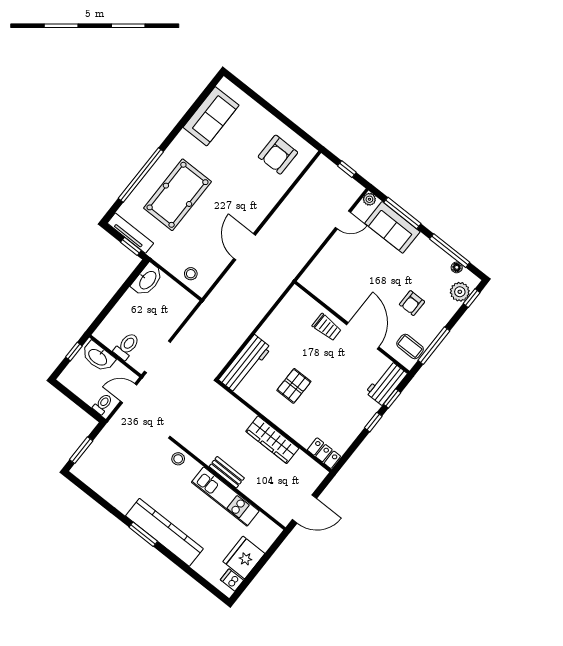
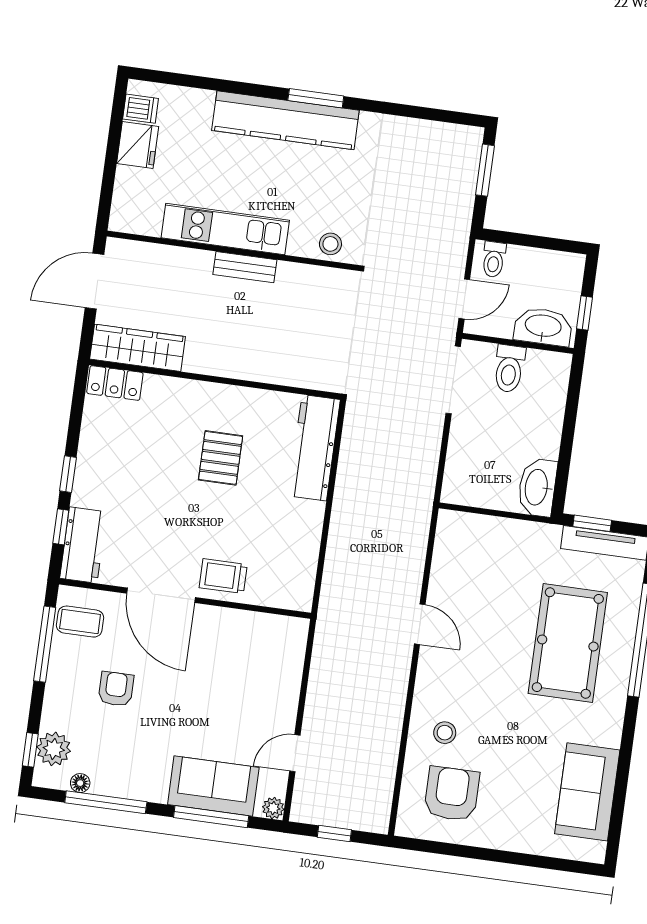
door: (245, 247) -> (420, 624), width x0.73
stool: (191, 274) -> (445, 733), moved
wardrobe: (272, 440) -> (138, 348), moved
fridge: (244, 557) -> (138, 145), width x0.73, depth x0.75

